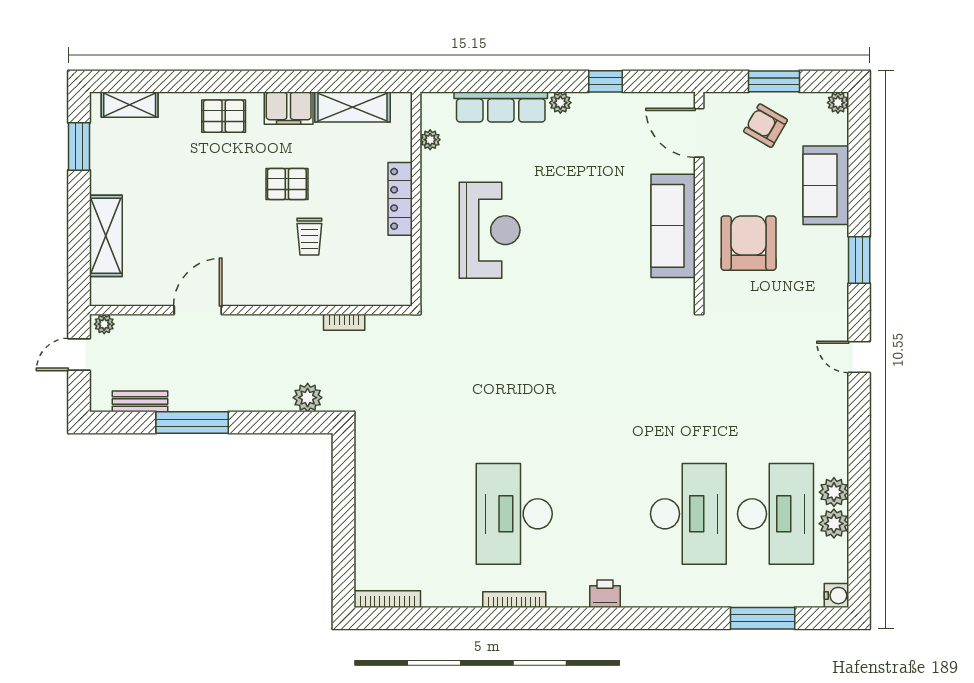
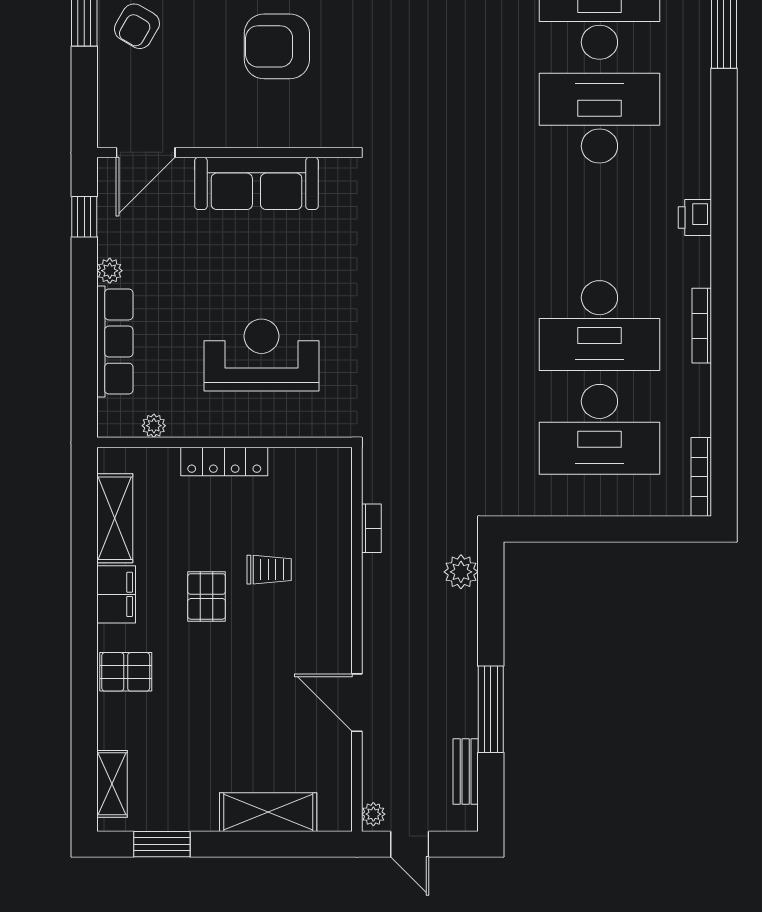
pallet: (224, 116) -> (126, 672), turned 90
door: (699, 133) -> (146, 152), moved
wall: (699, 199) -> (224, 152), moved
sofa: (673, 226) -> (256, 183), moved
desk: (427, 514) -> (599, 429), added

